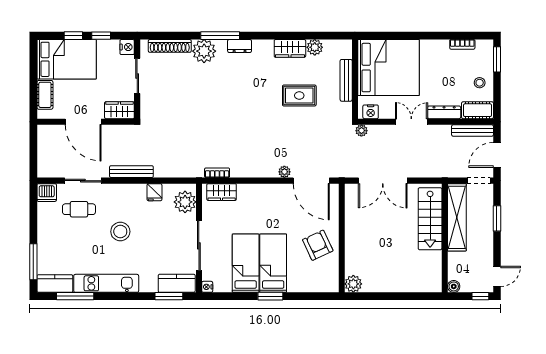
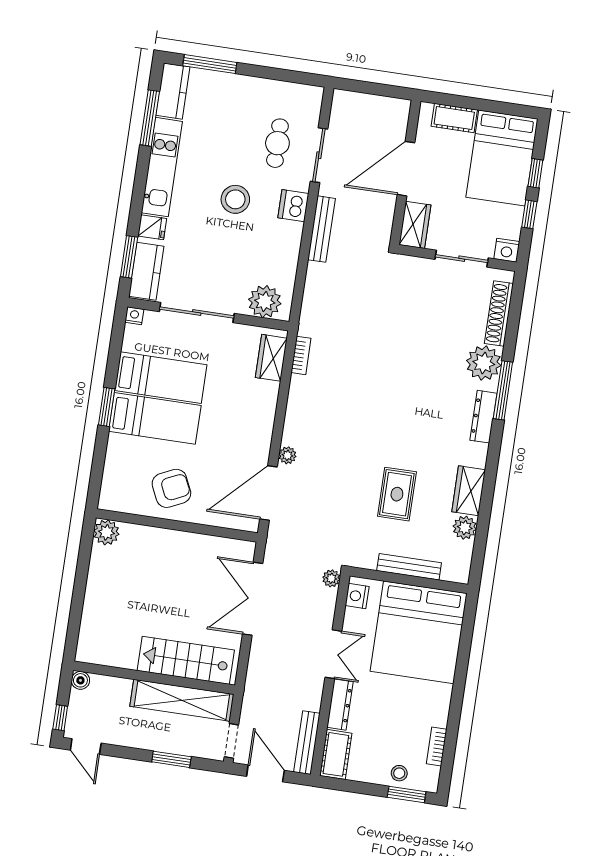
dresser: (240, 46) -> (483, 417), width x1.44
stool: (480, 83) -> (399, 773), moved
fridge: (154, 192) -> (152, 227), moved, turned 180
dishwasher: (47, 193) -> (293, 206), moved

